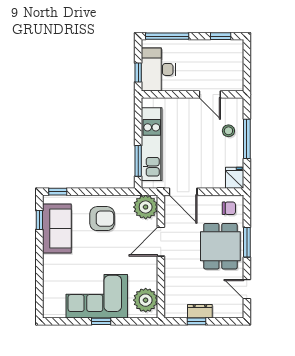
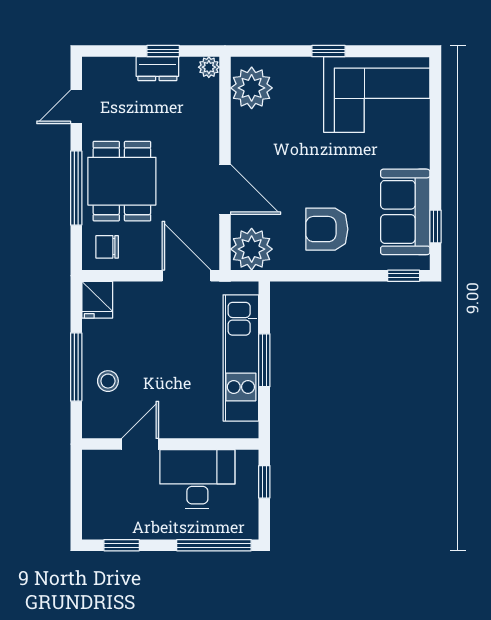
desk: (158, 69) -> (197, 479), moved, turned -90
door: (210, 94) -> (140, 444), hinge flipped
window: (138, 161) -> (264, 360), moved
door: (161, 242) -> (225, 189), hinge flipped
window: (247, 242) -> (76, 188), width x1.44
door: (247, 289) -> (76, 107), swing flipped
corner sofa: (97, 296) -> (377, 95), moved
plant: (170, 312) -> (209, 67), added

